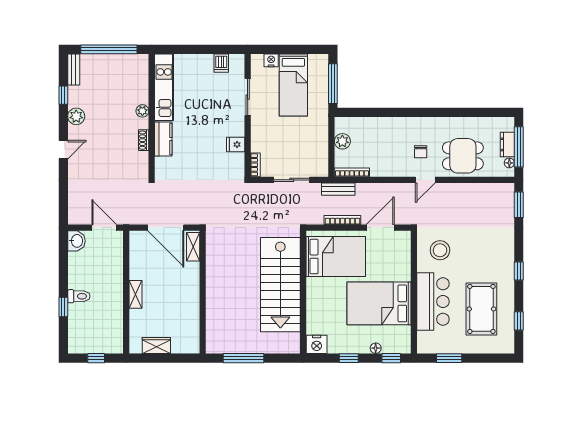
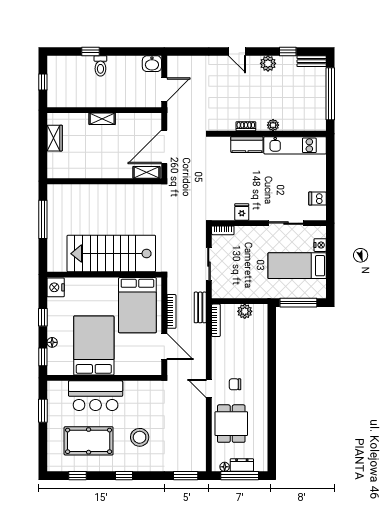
stool: (440, 250) -> (140, 437), moved

